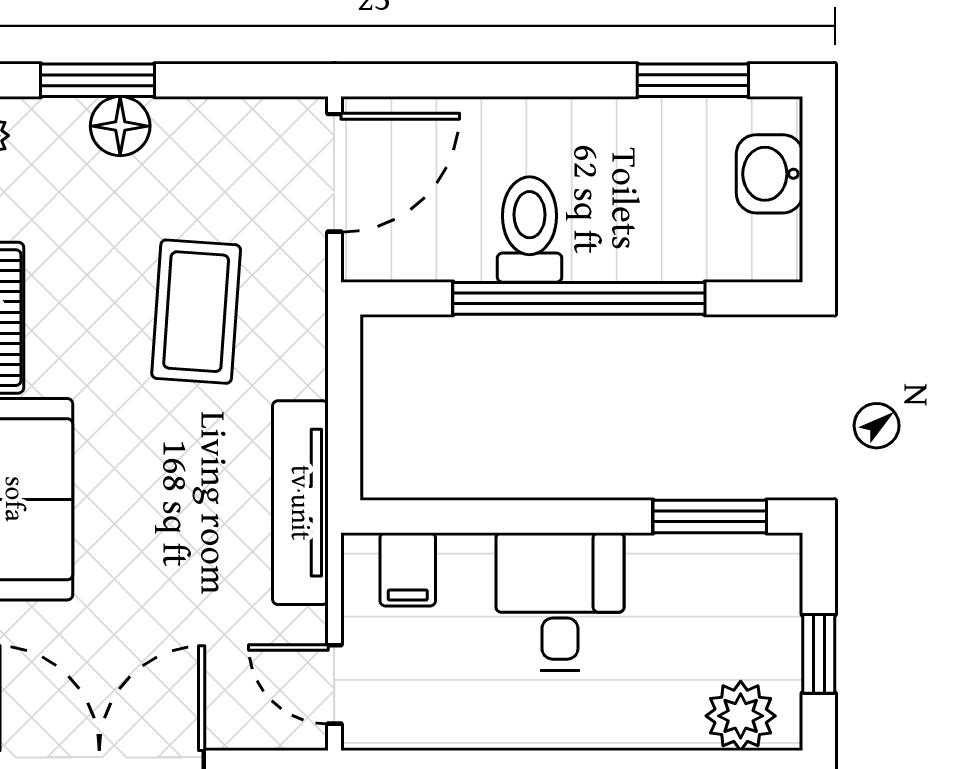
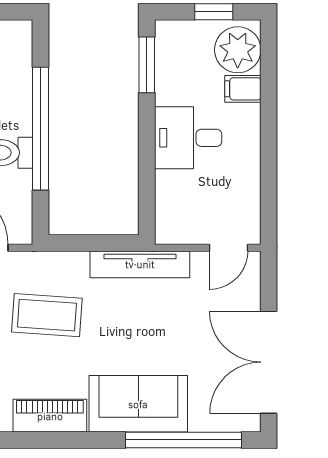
filing cabinet: (408, 569) -> (243, 89), moved, turned 180
plant: (741, 716) -> (238, 50), width x1.36, depth x1.36

